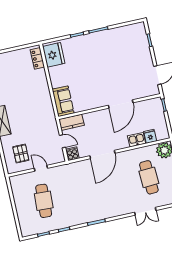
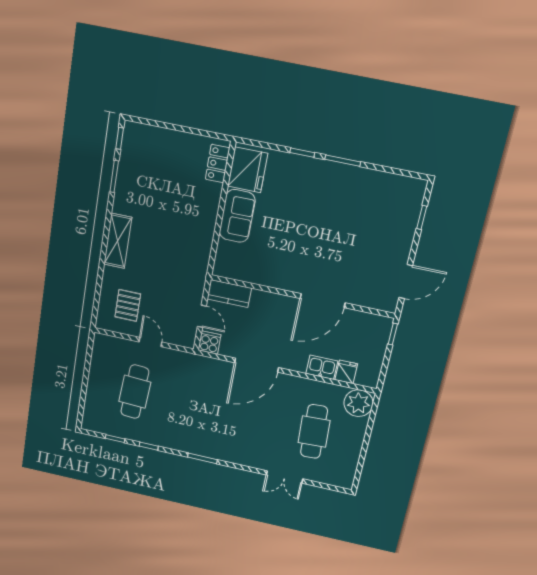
sofa: (63, 101) -> (237, 216), moved

